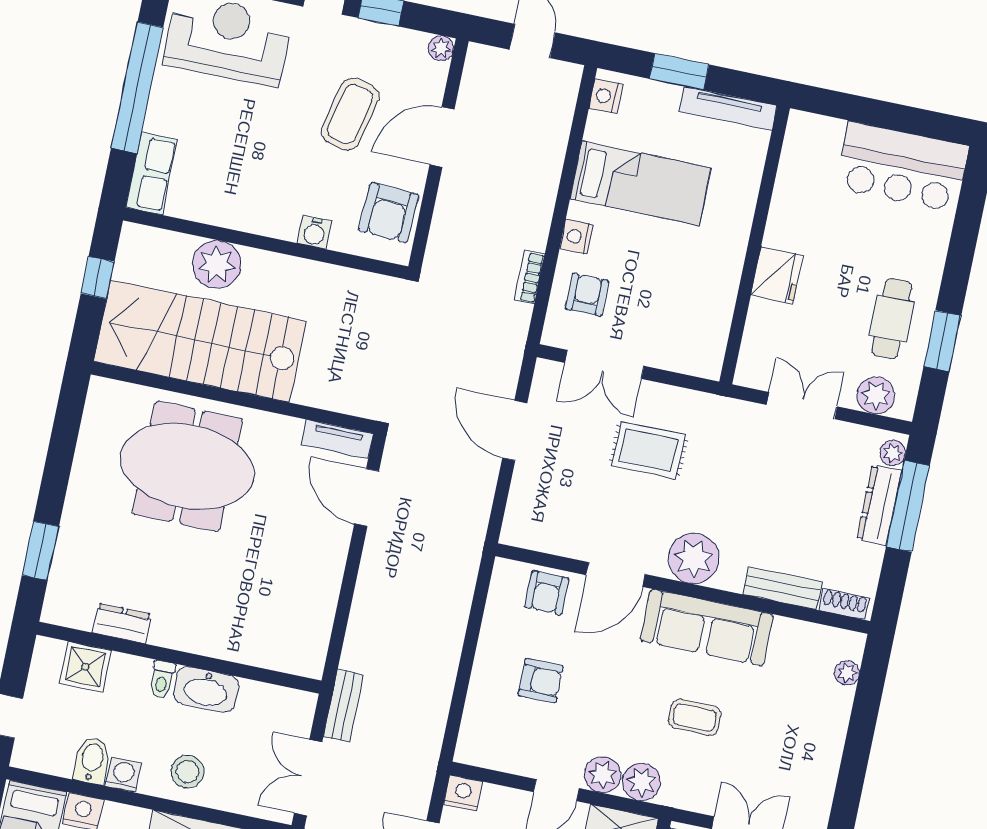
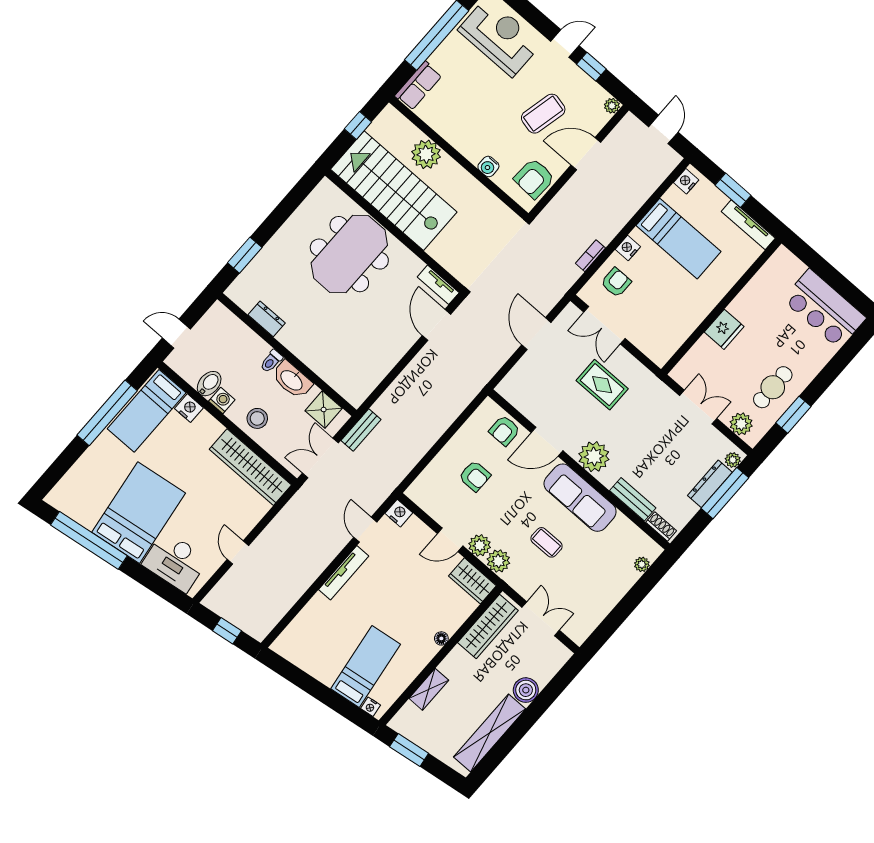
meeting table: (187, 466) -> (349, 254), turned 90
shower: (85, 667) -> (324, 409), moved

